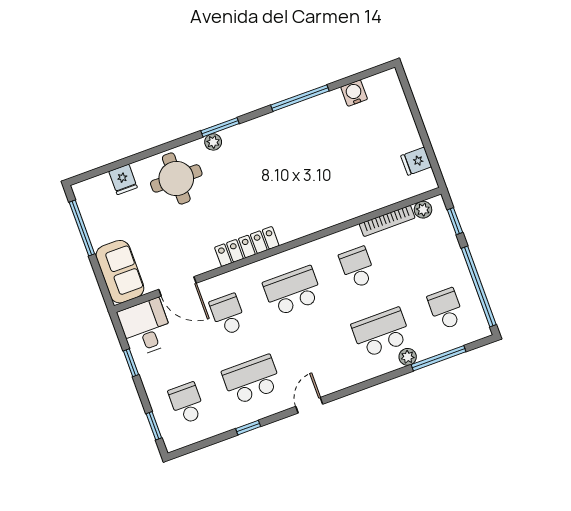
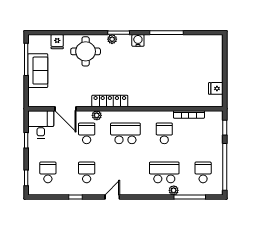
water cooler: (354, 93) -> (138, 40), moved
plant: (423, 210) -> (97, 115), moved
sofa: (120, 272) -> (38, 71), moved
school desk: (252, 380) -> (87, 172), width x0.54

